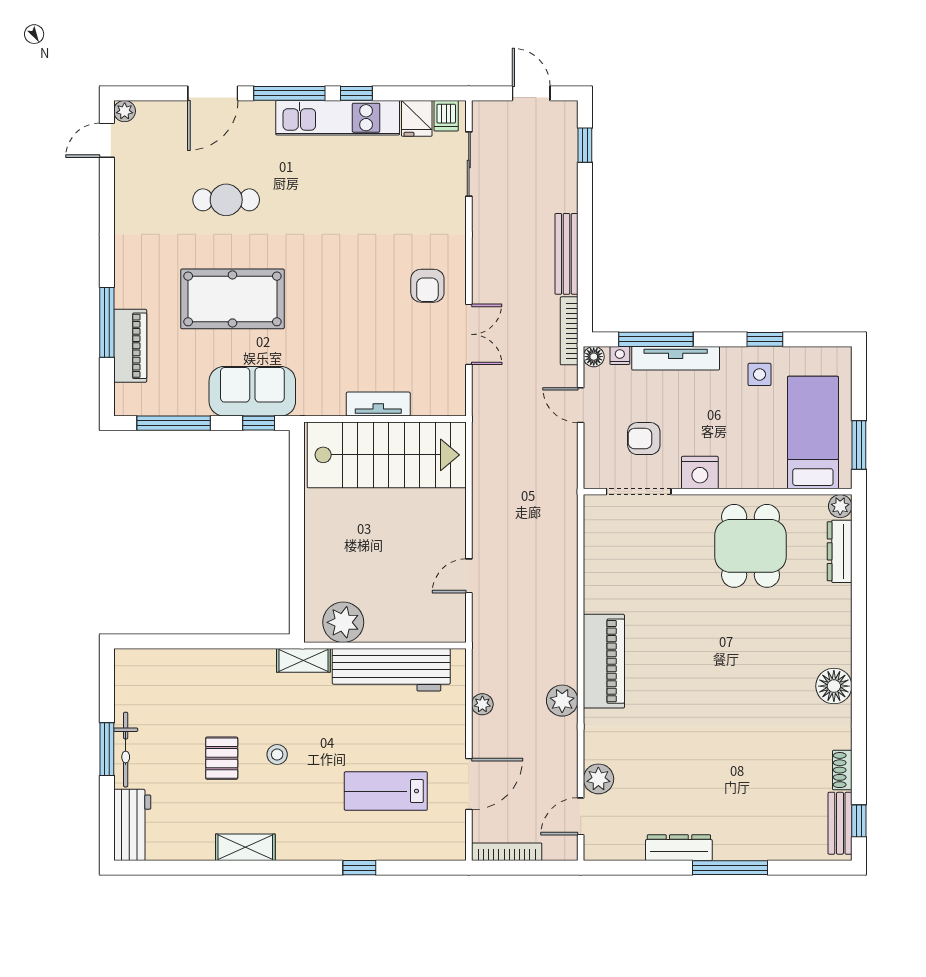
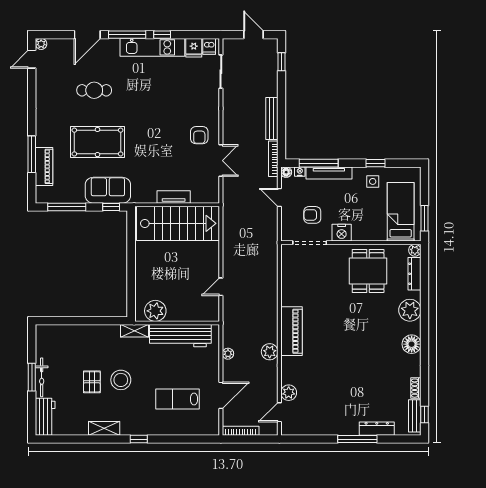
plant: (831, 621) -> (410, 310), added
stool: (277, 755) -> (121, 380), width x1.89, depth x1.89
dresser: (679, 848) -> (377, 429), moved
window: (359, 868) -> (139, 439), moved

